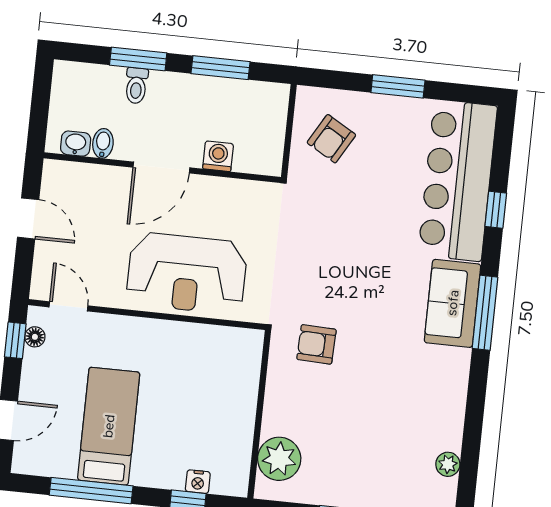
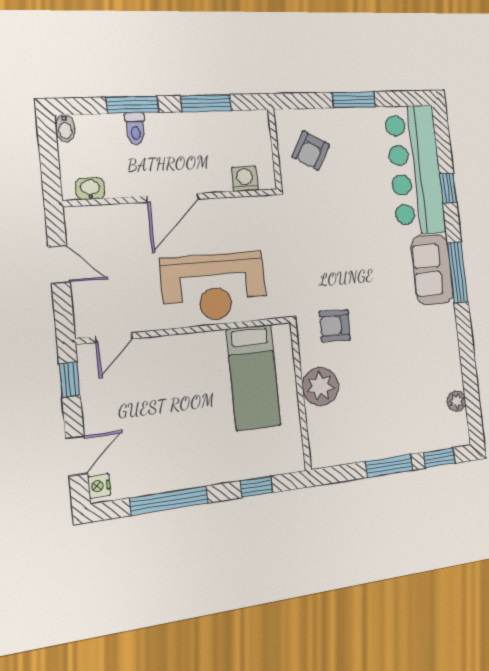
bidet: (103, 143) -> (65, 128), moved, turned 180
washing machine: (218, 156) -> (245, 179), moved
door: (68, 306) -> (114, 338), swing flipped
floor lamp: (35, 337) -> (88, 372), removed
bed: (109, 426) -> (254, 377), moved, turned 180
plant: (279, 459) -> (320, 387), moved
nightstand: (198, 482) -> (99, 486), moved, turned 90

